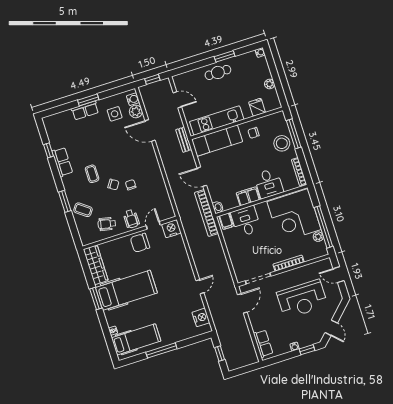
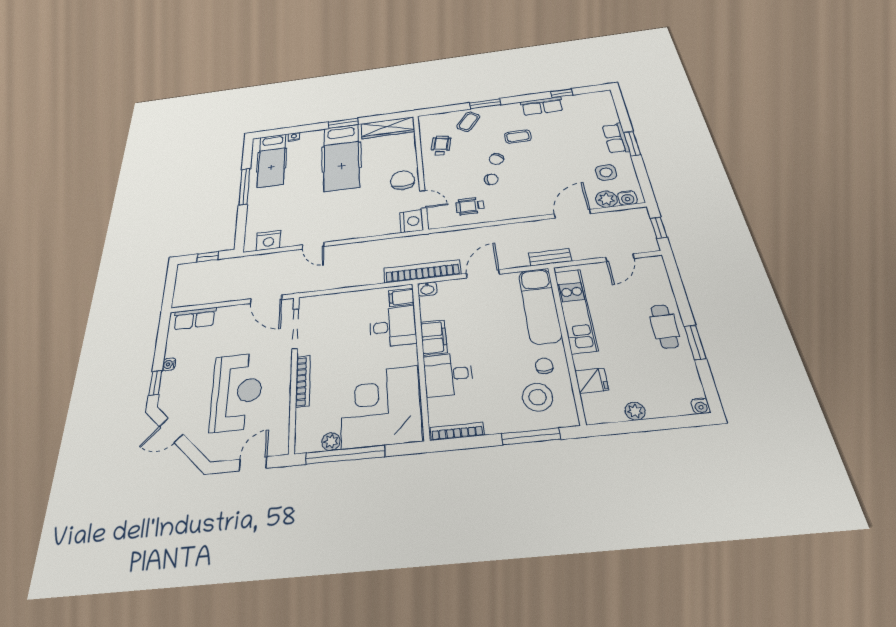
stool: (282, 143) -> (538, 397), moved
wheelchair: (131, 219) -> (470, 206), moved
reception desk: (302, 299) -> (237, 392), turned 180

